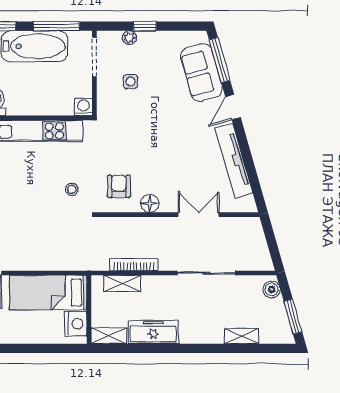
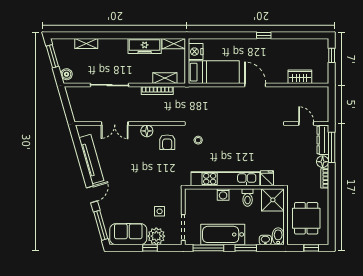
plant: (129, 38) -> (156, 236), width x1.88, depth x1.88
sofa: (202, 72) -> (128, 234), moved, turned -74
washing machine: (83, 107) -> (223, 194), moved

